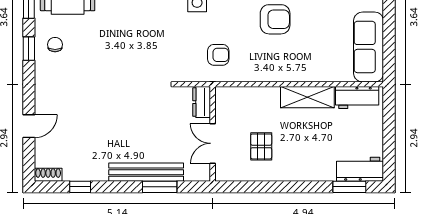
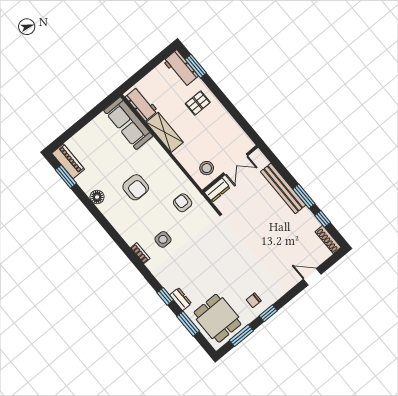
armchair: (275, 19) -> (136, 187), turned 180
sofa: (369, 47) -> (128, 123), moved, turned 90
stool: (234, 110) -> (207, 168), added
pallet: (261, 146) -> (198, 103), moved
shoe rack: (48, 175) -> (328, 239), width x1.43
window: (160, 187) -> (304, 196), moved

